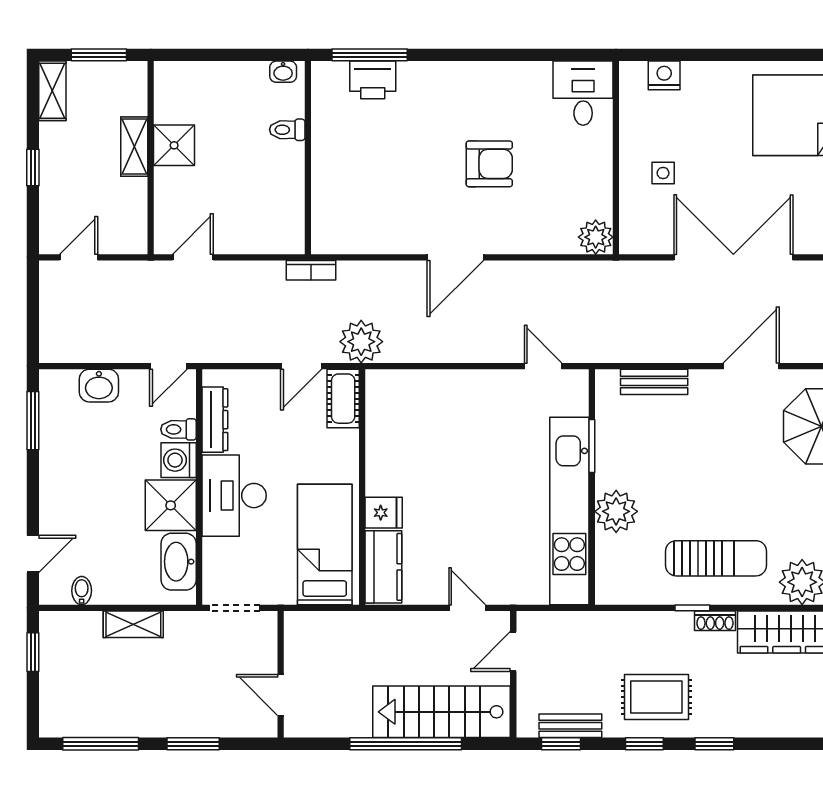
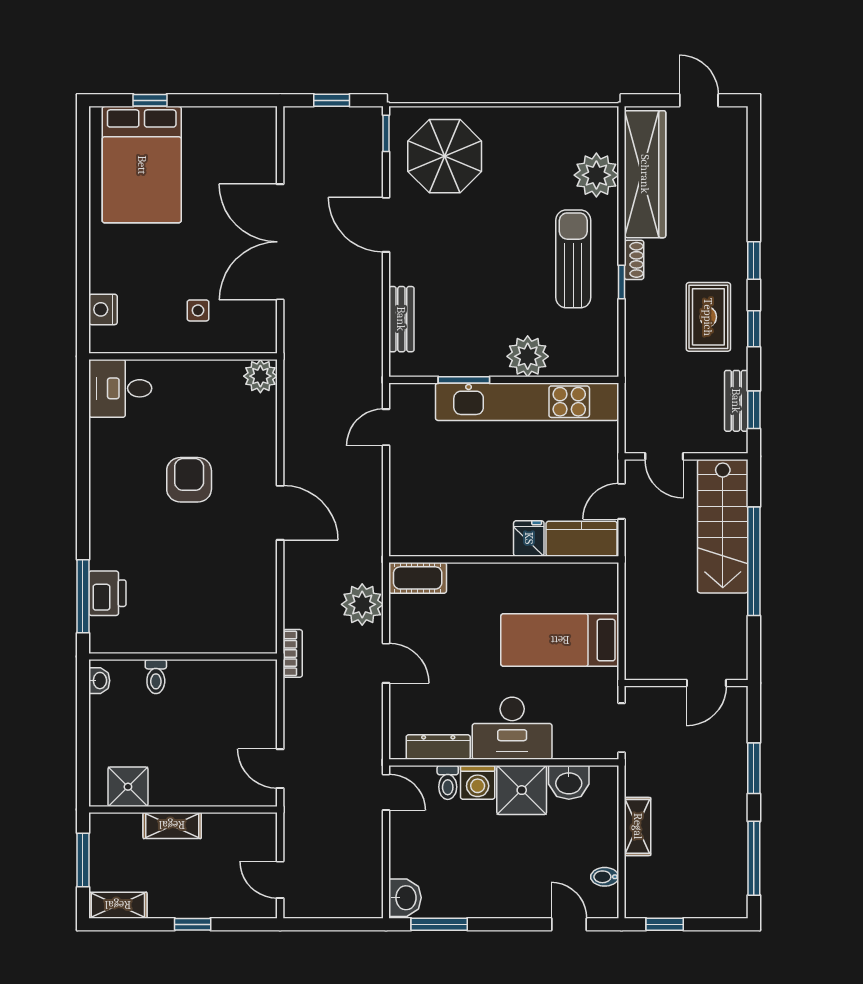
shower: (174, 145) -> (128, 787), moved
washbasin: (99, 386) -> (405, 898), moved
cot: (343, 399) -> (418, 578), moved
wall: (362, 487) -> (504, 559), moved
fridge: (384, 513) -> (529, 538), moved
washbasin: (179, 562) -> (569, 782), width x0.72
kitchen counter: (383, 567) -> (582, 539), moved

